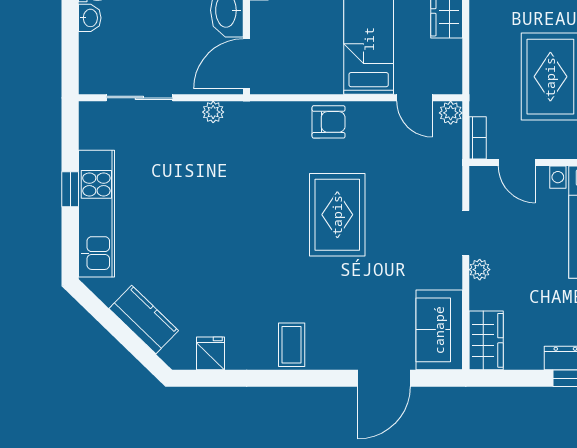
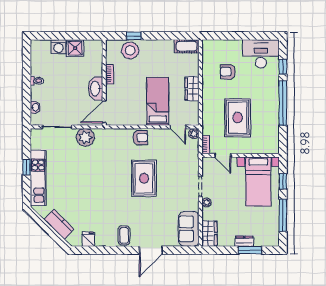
washbasin: (90, 18) -> (35, 107), moved
plant: (213, 112) -> (85, 137), width x1.87, depth x1.87
door: (384, 378) -> (151, 250), moved

